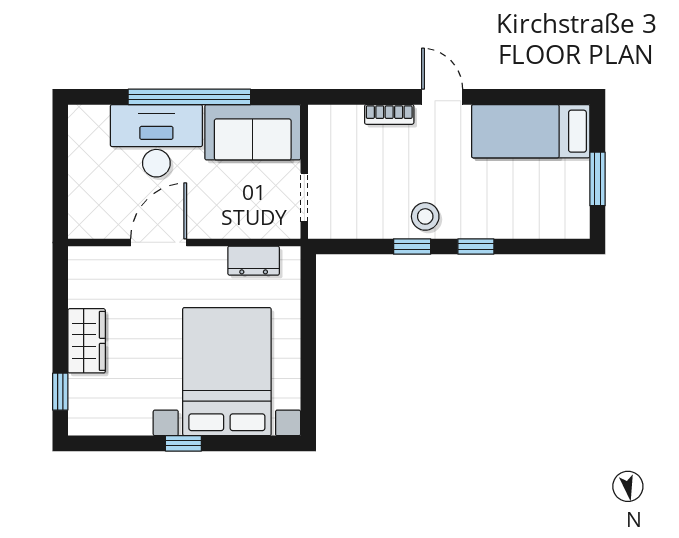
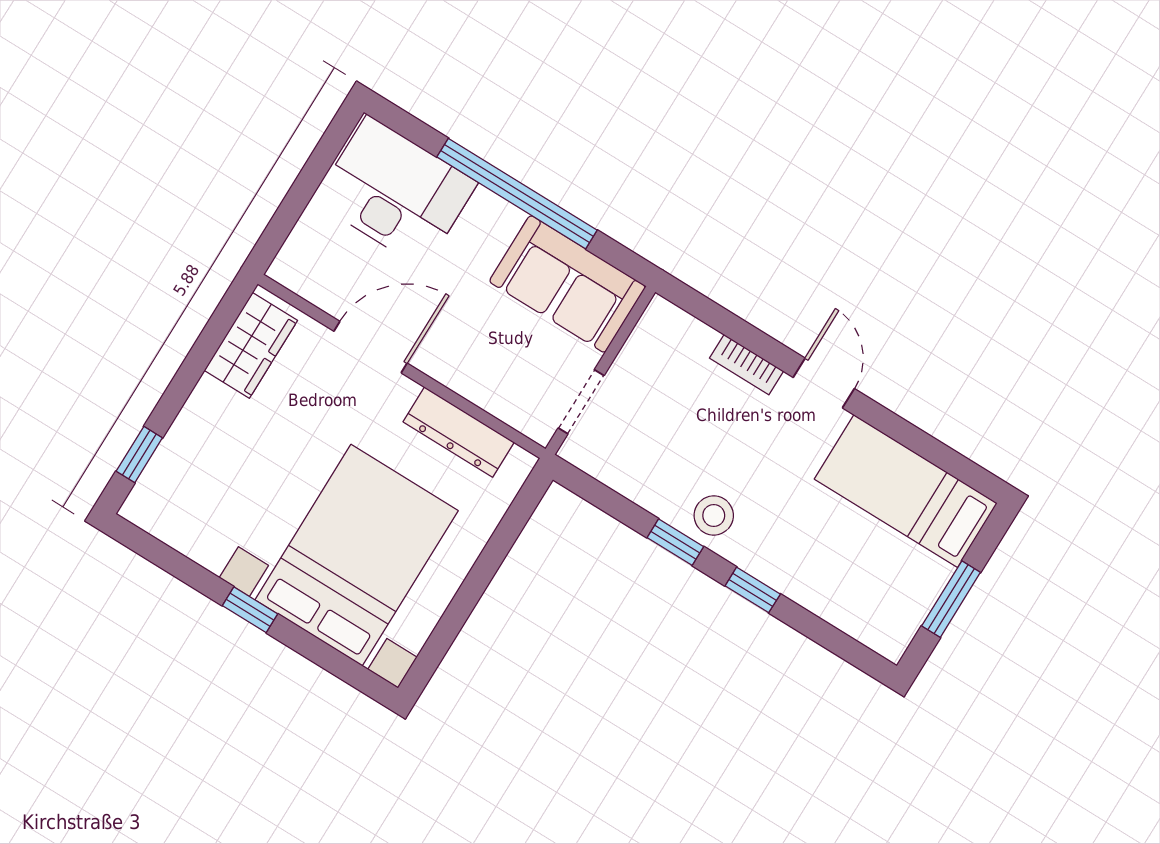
desk: (156, 141) -> (396, 192), moved
dresser: (254, 261) -> (459, 432), width x1.44
wardrobe: (87, 341) -> (251, 345), moved

